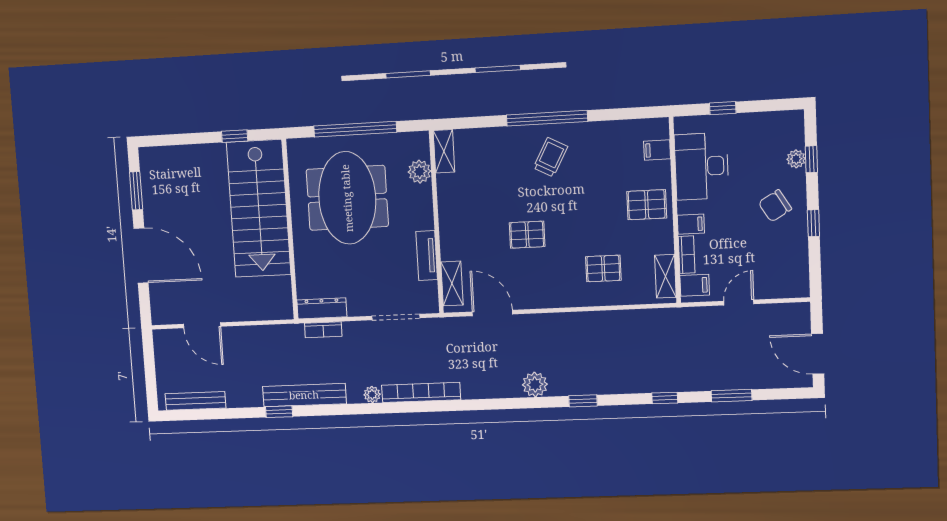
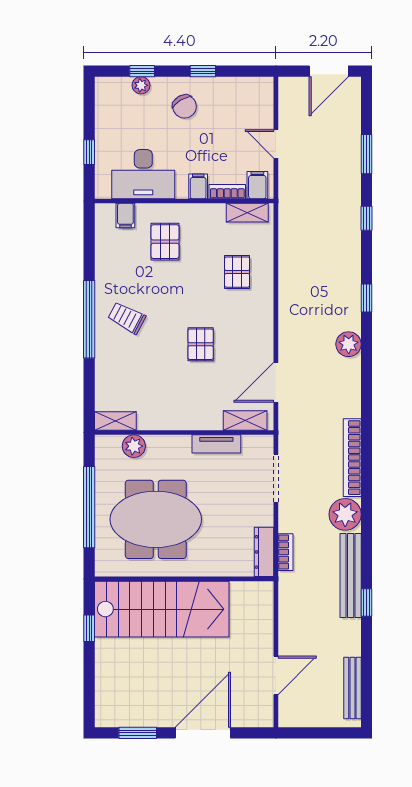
pallet: (647, 205) -> (165, 242), moved
plant: (372, 394) -> (345, 514), width x1.87, depth x1.87

